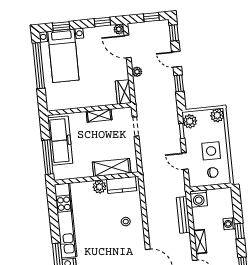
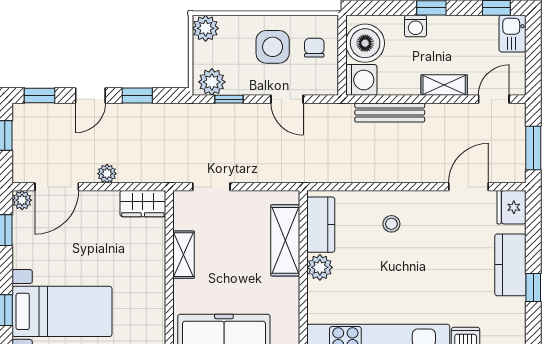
door: (185, 161) -> (287, 99), hinge flipped
boiler: (218, 199) -> (365, 43), added

